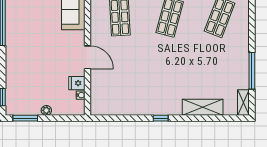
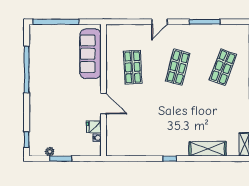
plant: (46, 110) -> (50, 152), moved
window: (25, 118) -> (61, 159), moved

